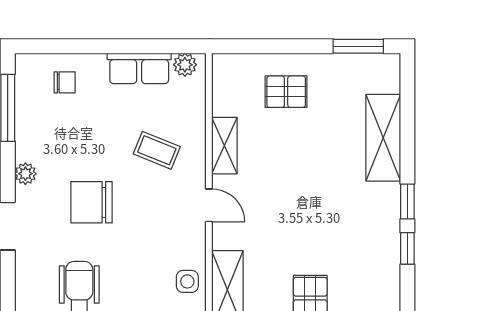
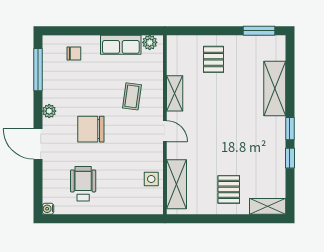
pallet: (286, 92) -> (213, 59), turned 90
coffee table: (157, 150) -> (132, 96), turned 76

